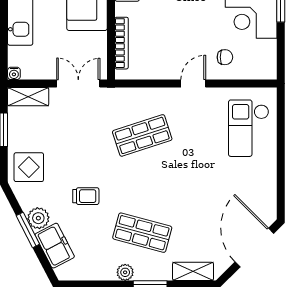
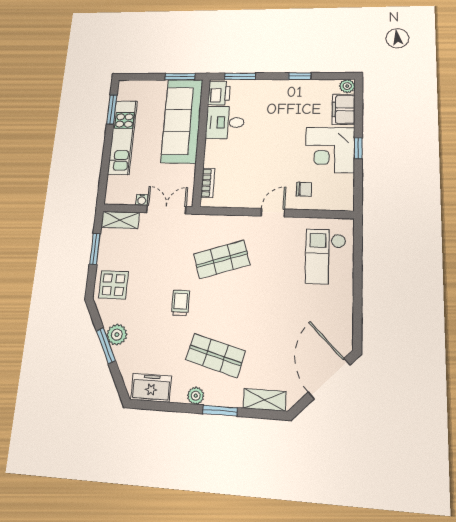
bookcase: (122, 43) -> (208, 183), width x0.64
water cooler: (14, 73) -> (142, 200), moved
trolley: (86, 196) -> (180, 303), moved, turned -90
freezer: (55, 246) -> (151, 388), moved, turned -63

